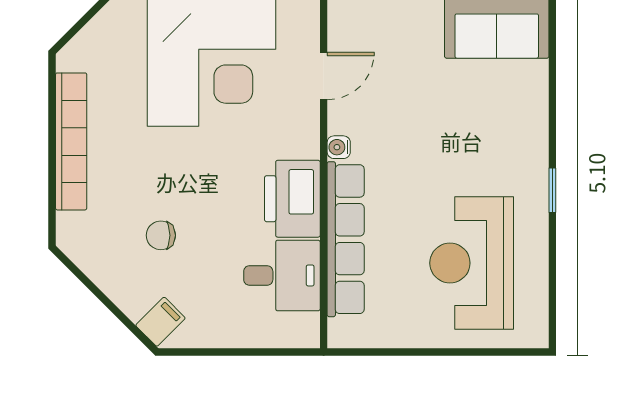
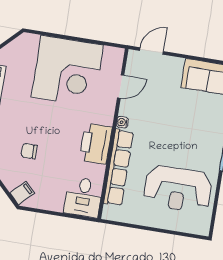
reception desk: (472, 263) -> (178, 189), turned -90
desk: (282, 275) -> (83, 197), moved, turned 90

